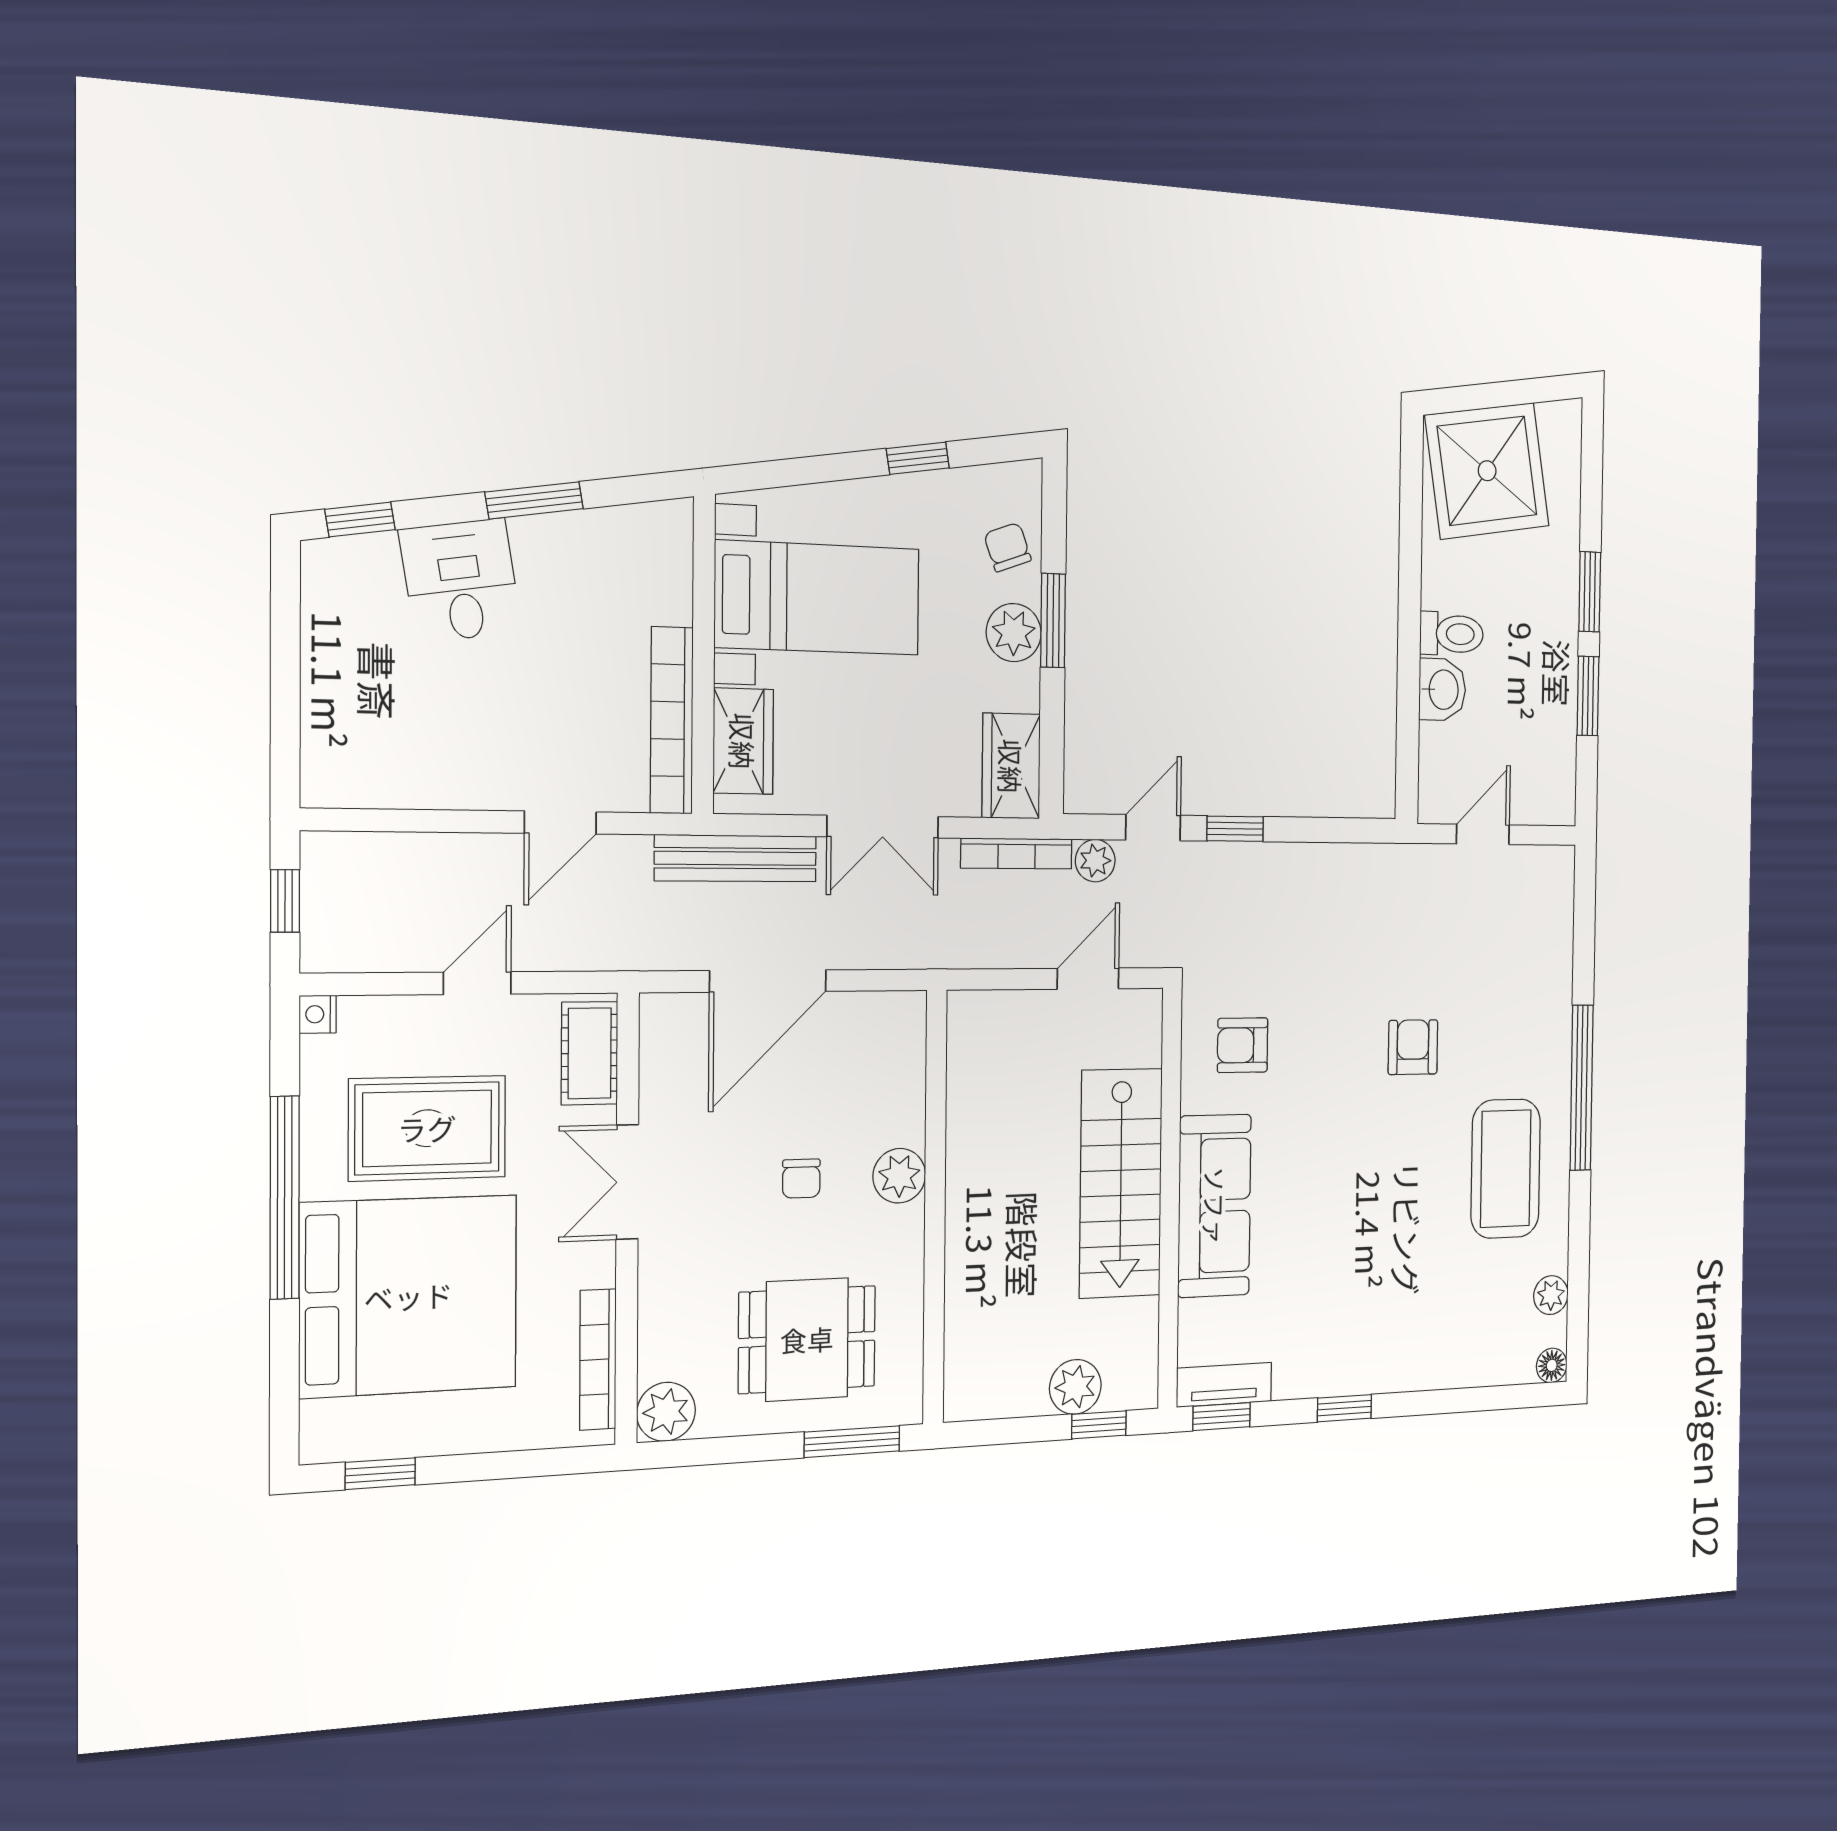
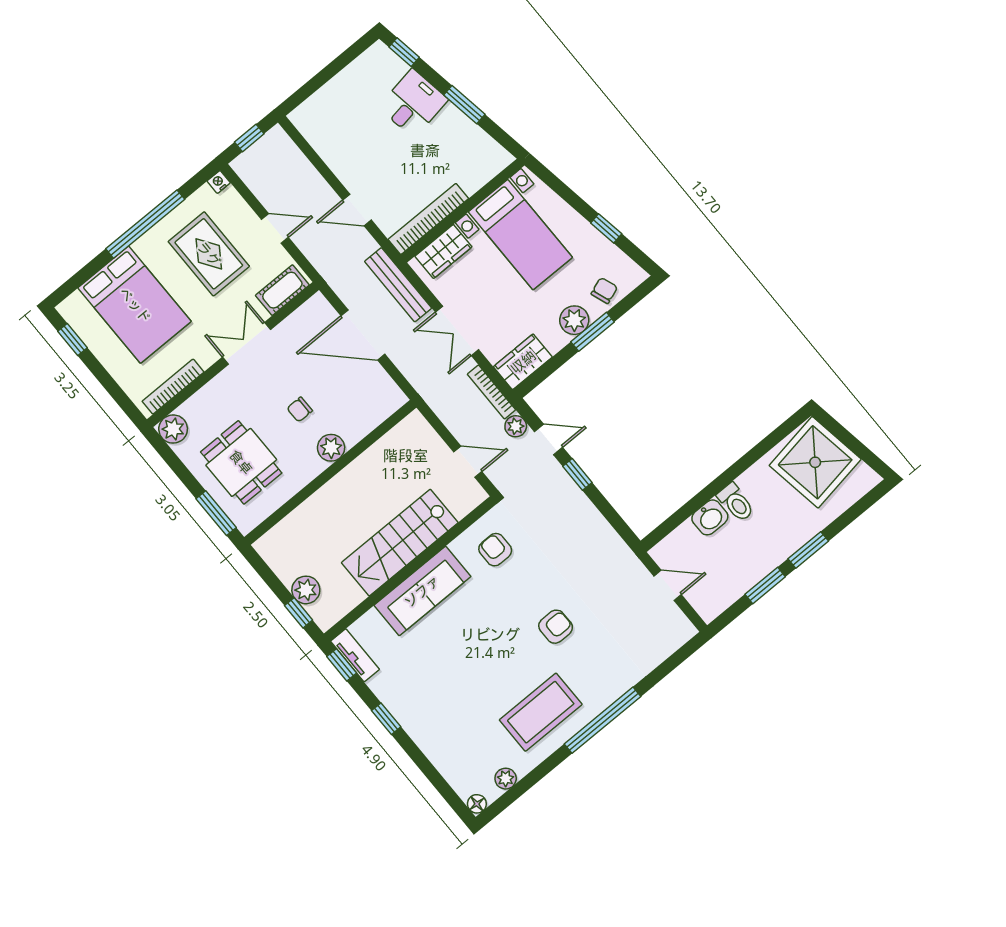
bed: (409, 1296) -> (135, 305), width x0.73

